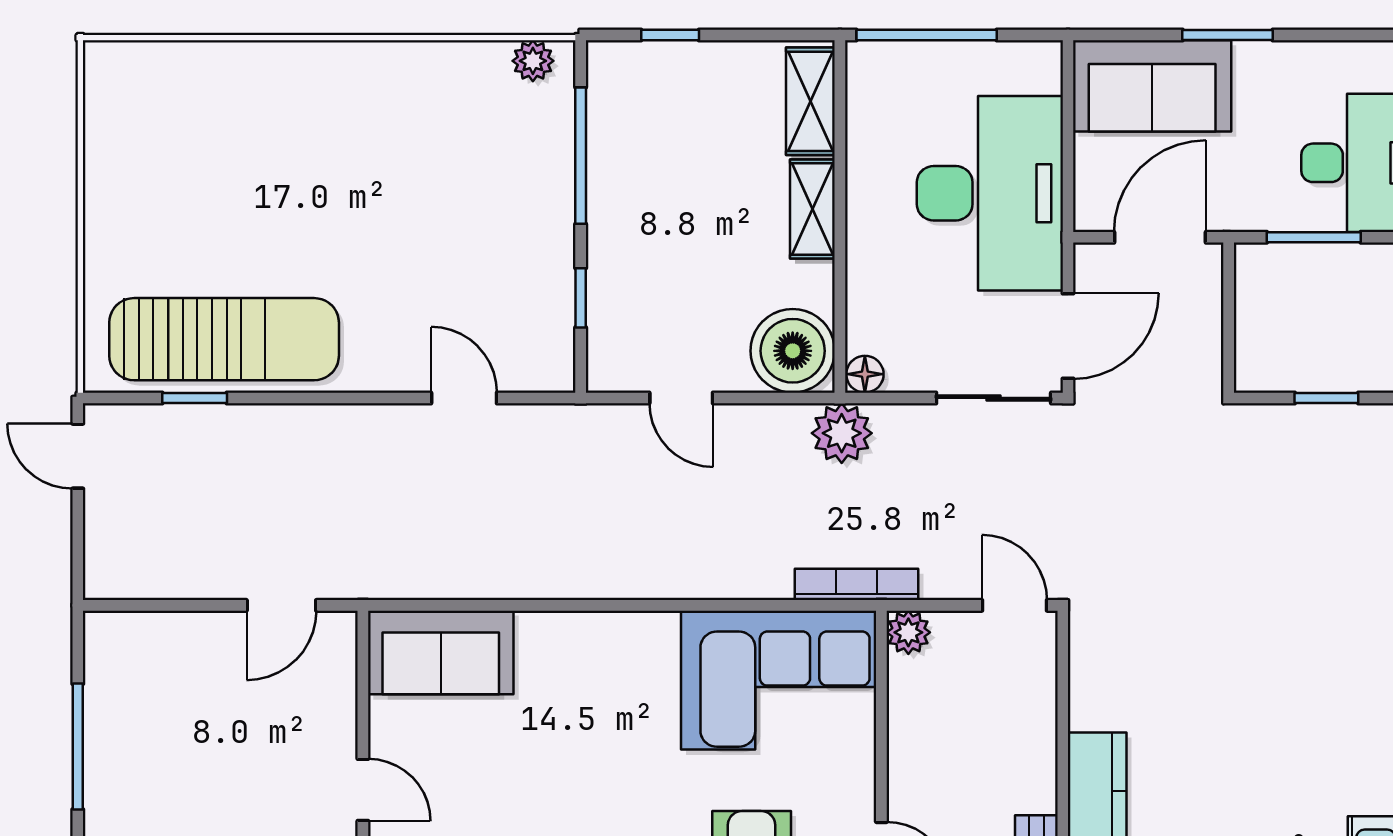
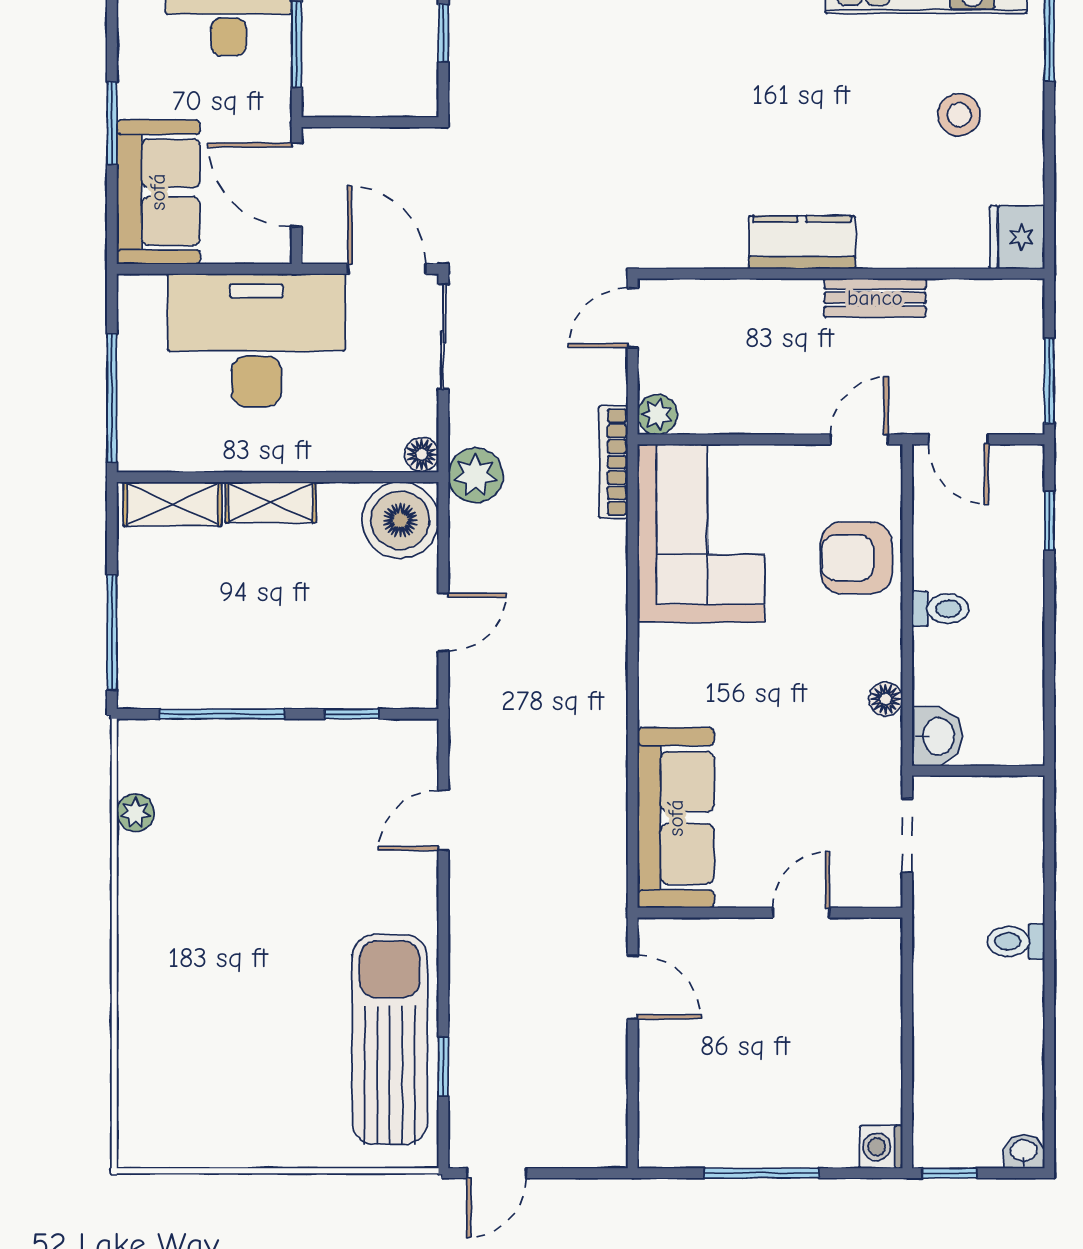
window: (670, 35) -> (112, 632), width x2.17
plant: (533, 61) -> (136, 813), moved
sofa: (441, 653) -> (676, 818), width x1.36

